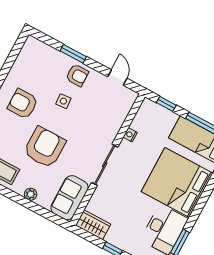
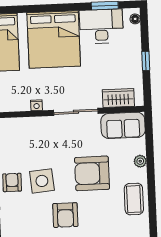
side table: (63, 101) -> (42, 181), width x1.87, depth x1.87
wardrobe: (93, 225) -> (118, 98), moved, turned 90

